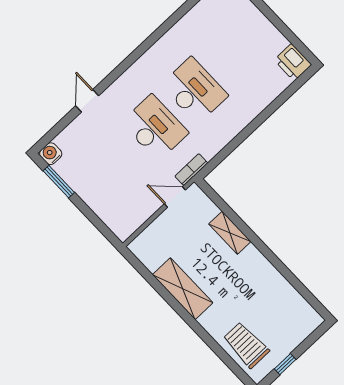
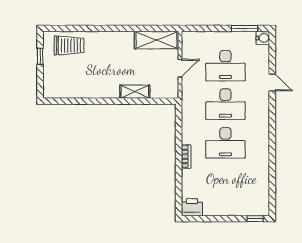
desk: (115, 165) -> (225, 66), added
bookcase: (191, 170) -> (186, 156), moved
door: (175, 197) -> (180, 68), moved
shelving: (183, 289) -> (156, 40), moved

